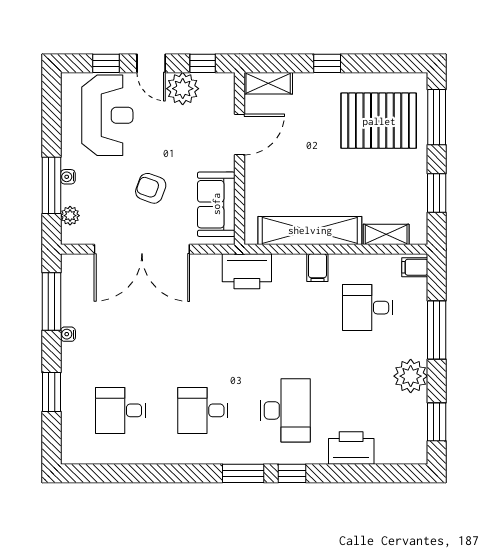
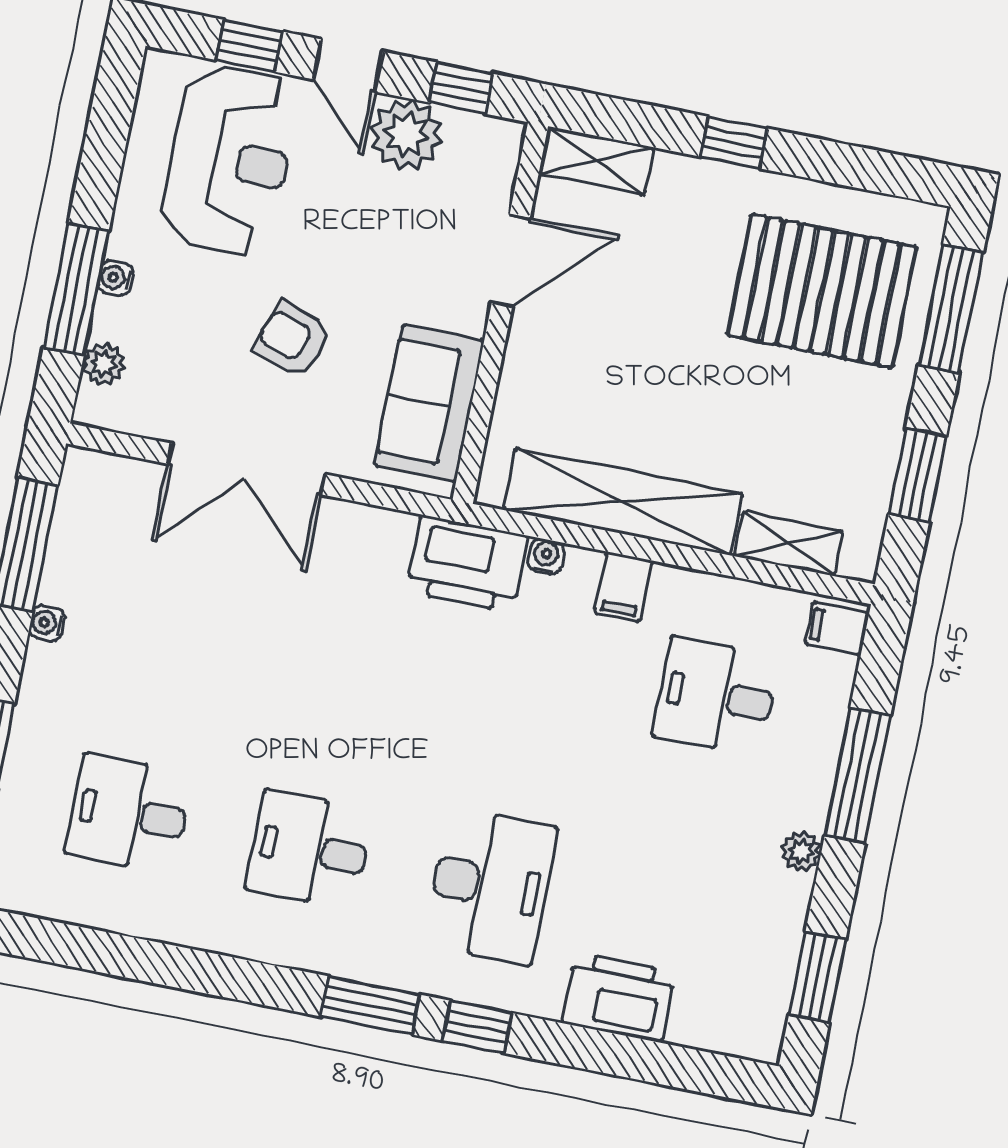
double door: (142, 249) -> (246, 469), width x0.73
water cooler: (281, 261) -> (546, 556), added
plant: (411, 376) -> (801, 851), width x0.53, depth x0.53

